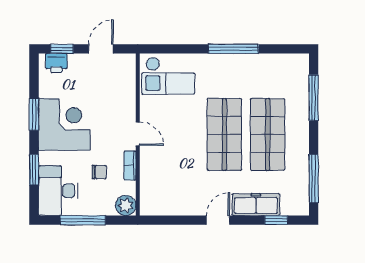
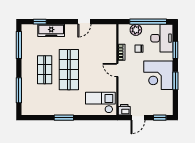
window: (233, 49) -> (64, 118), width x0.69
printer: (56, 63) -> (124, 110), moved
shop shelf: (268, 134) -> (45, 70), width x0.70, depth x0.74
plant: (126, 206) -> (136, 30), moved
window: (83, 220) -> (148, 22), width x1.46
door: (218, 220) -> (84, 22), moved

